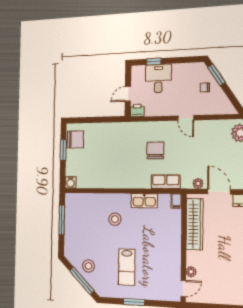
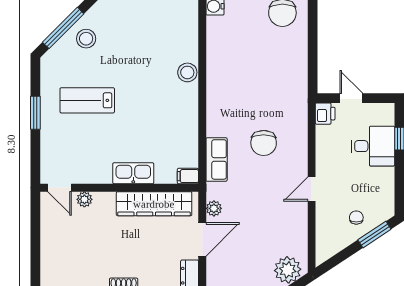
chair: (155, 150) -> (264, 143), turned 91
kitchen sink: (144, 201) -> (133, 173), moved, turned 90
stool: (115, 219) -> (187, 72), moved

